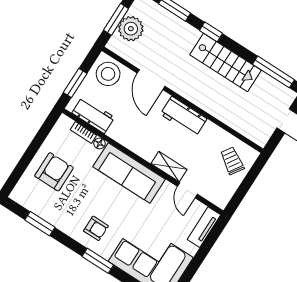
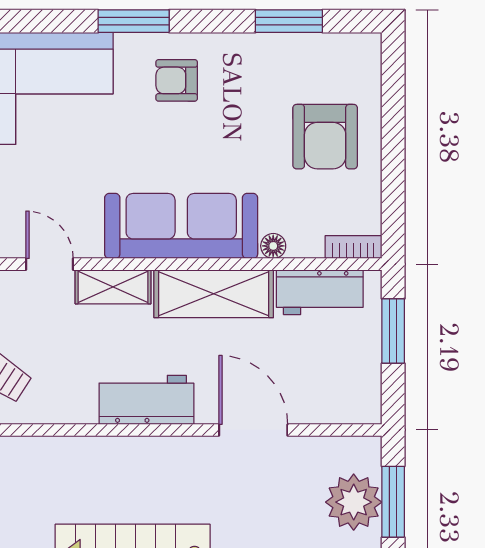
stool: (108, 74) -> (342, 388), removed
bookcase: (83, 133) -> (353, 247), moved
shelving: (133, 140) -> (214, 294), added

